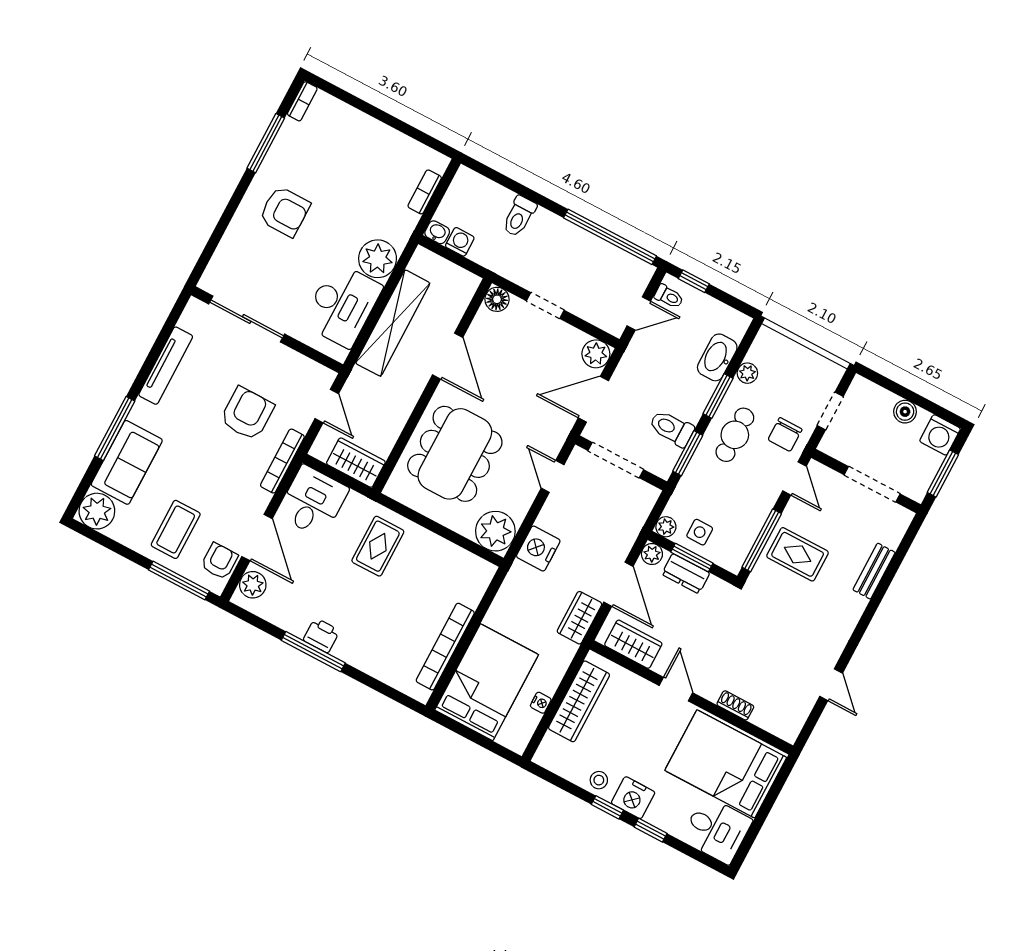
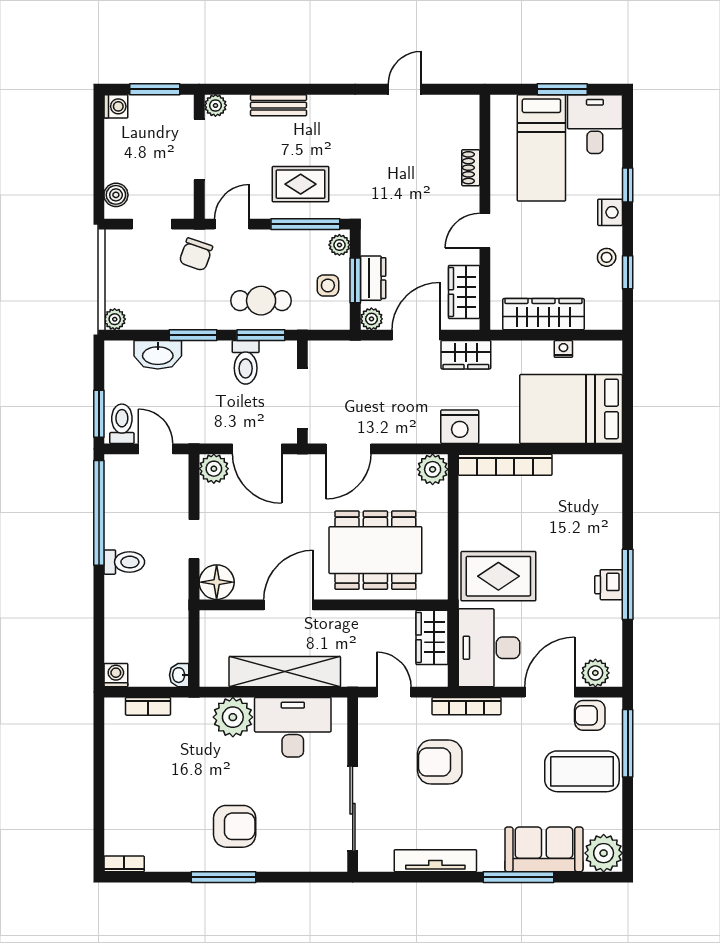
window: (266, 143) -> (223, 877), moved
armchair: (285, 211) -> (235, 826), turned 90
toilet: (519, 216) -> (124, 562), moved
washing machine: (460, 242) -> (116, 675), moved, turned 90
window: (694, 281) -> (99, 414), width x1.50
toilet: (669, 297) -> (122, 424), width x1.37, depth x1.39
floor lamp: (497, 299) -> (217, 582), width x1.38, depth x1.38
plant: (747, 373) -> (115, 319), moved
door: (327, 406) -> (394, 692), hinge flipped
boiler: (905, 412) -> (116, 195), moved
cafe table: (735, 435) -> (261, 301), moved
chair: (785, 435) -> (196, 254), turned 109
washing machine: (940, 435) -> (116, 106), width x0.73, depth x0.73
door: (553, 476) -> (348, 449), width x1.38
desk: (313, 501) -> (489, 648), width x1.37
plant: (902, 518) -> (215, 105), added
plant: (666, 527) -> (339, 245), moved
coffee table: (176, 529) -> (582, 771), width x1.36, depth x1.32
plant: (495, 531) -> (433, 469), width x0.73, depth x0.73
rug: (378, 546) -> (498, 576), width x1.36, depth x1.43
nightstand: (538, 549) -> (460, 427), moved
rug: (798, 554) -> (301, 184), turned 90
bookcase: (445, 647) -> (505, 465), moved
bed: (726, 764) -> (541, 148), width x0.67
nightstand: (633, 798) -> (610, 212), width x0.74, depth x0.75
window: (607, 807) -> (628, 272), moved
window: (761, 818) -> (562, 89), added

